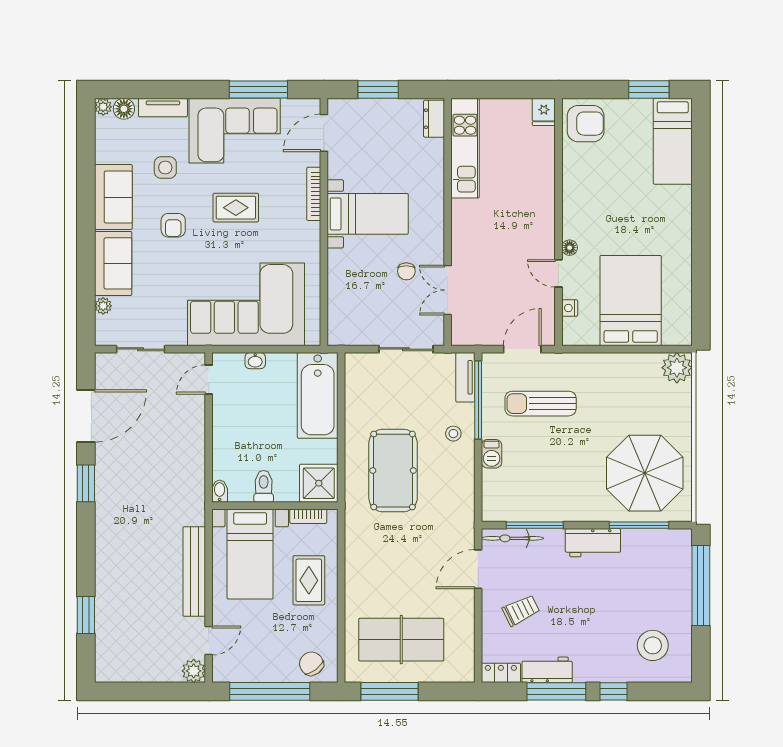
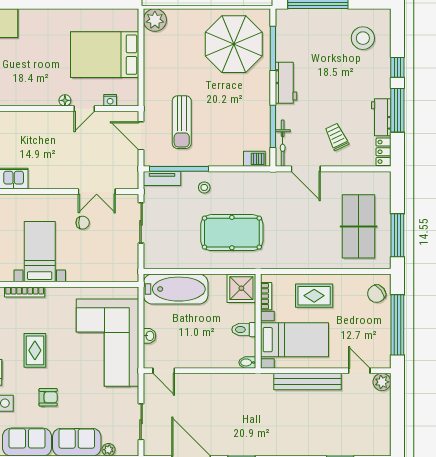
barbecue: (492, 454) -> (254, 159), moved

